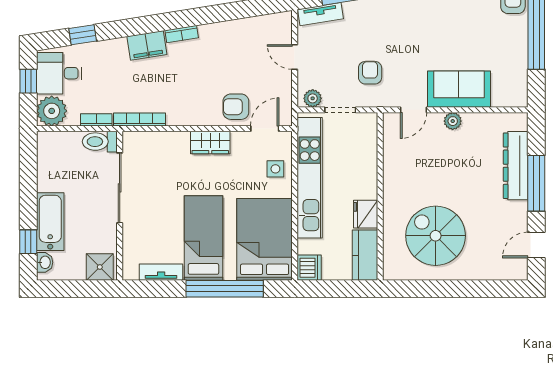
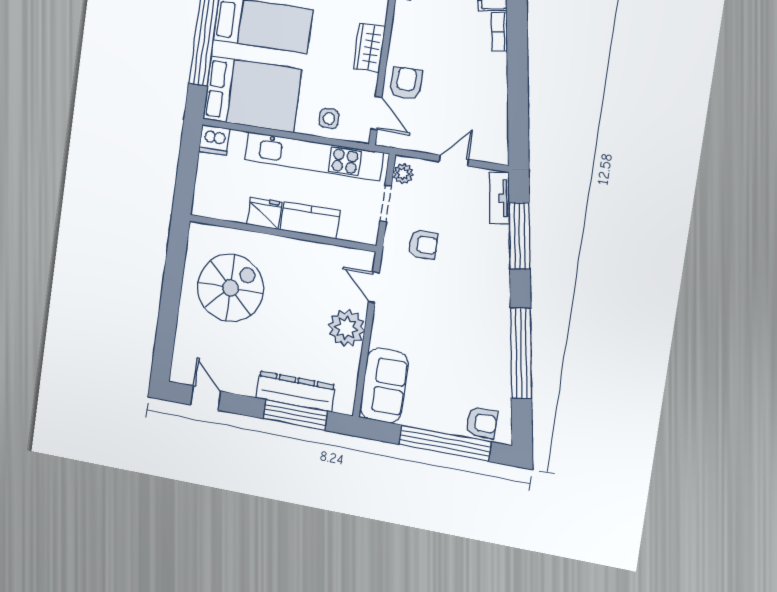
sofa: (459, 89) -> (384, 386), moved
plant: (453, 121) -> (346, 328), width x1.87, depth x1.87
window: (536, 183) -> (295, 415), moved
kitchen counter: (365, 255) -> (310, 220), moved

